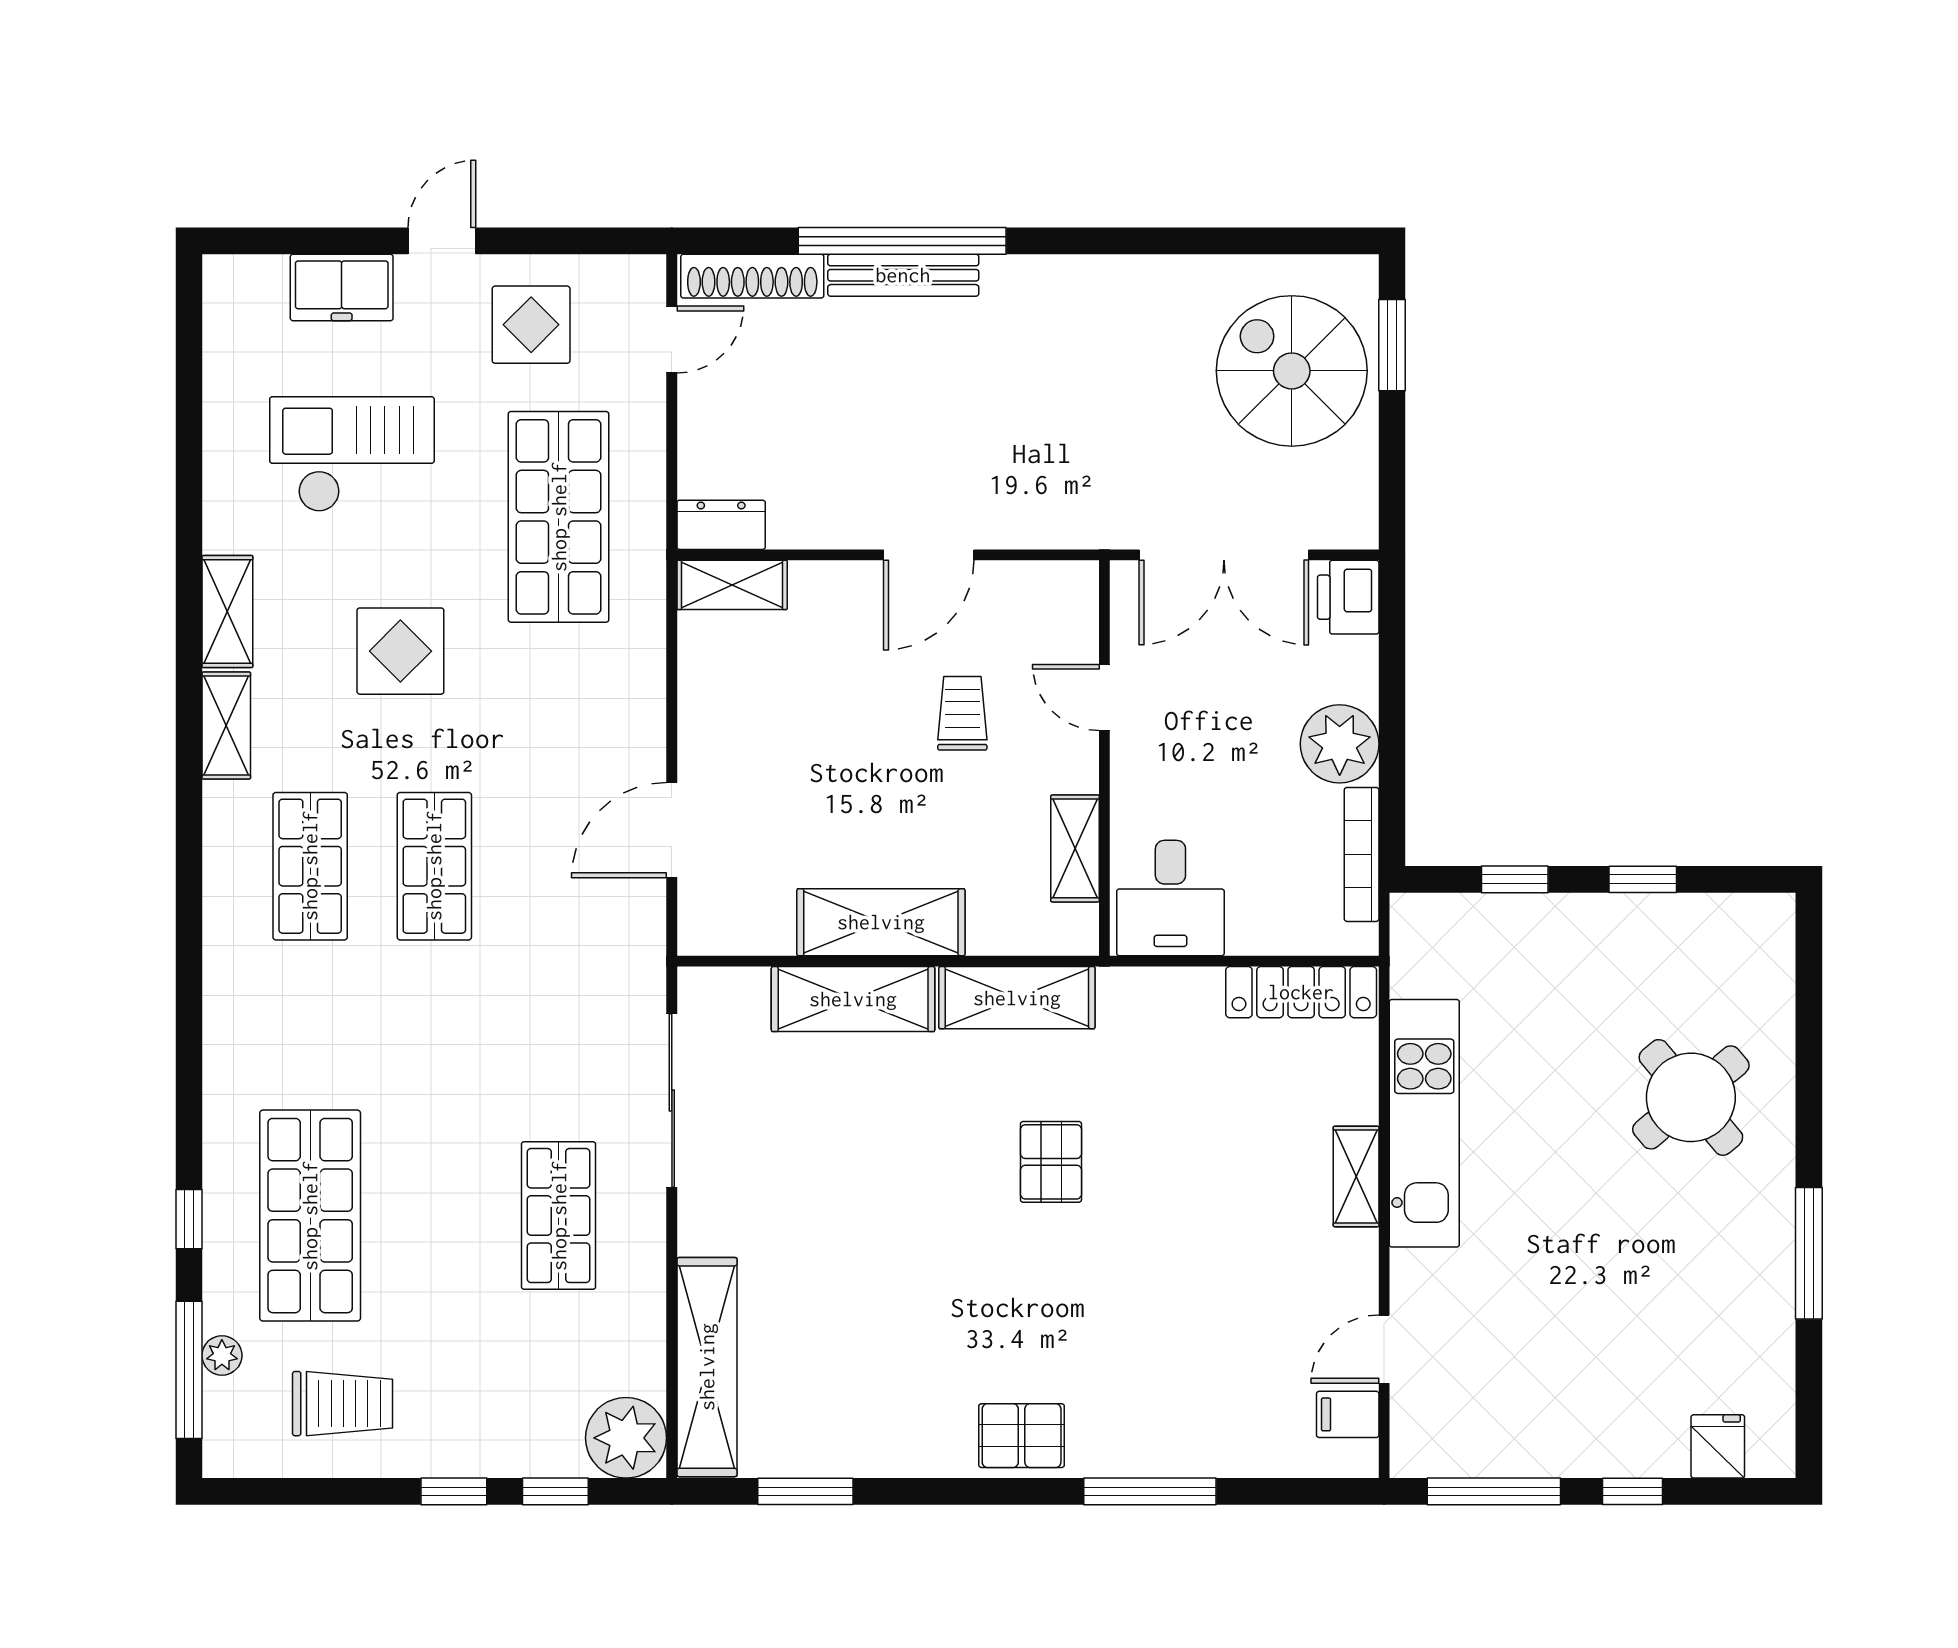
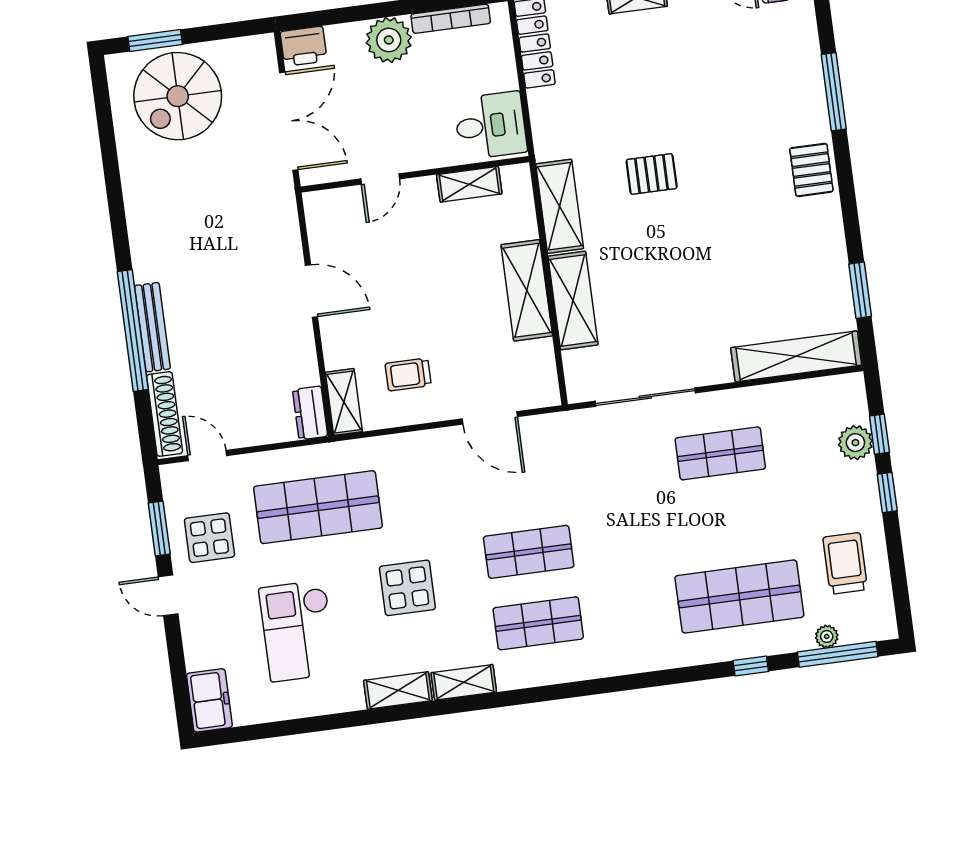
window: (558, 241) -> (159, 528), added
freezer: (342, 287) -> (209, 700), moved
trolley: (962, 713) -> (408, 375), moved
plant: (626, 1438) -> (855, 443), moved, width x0.73, depth x0.73

